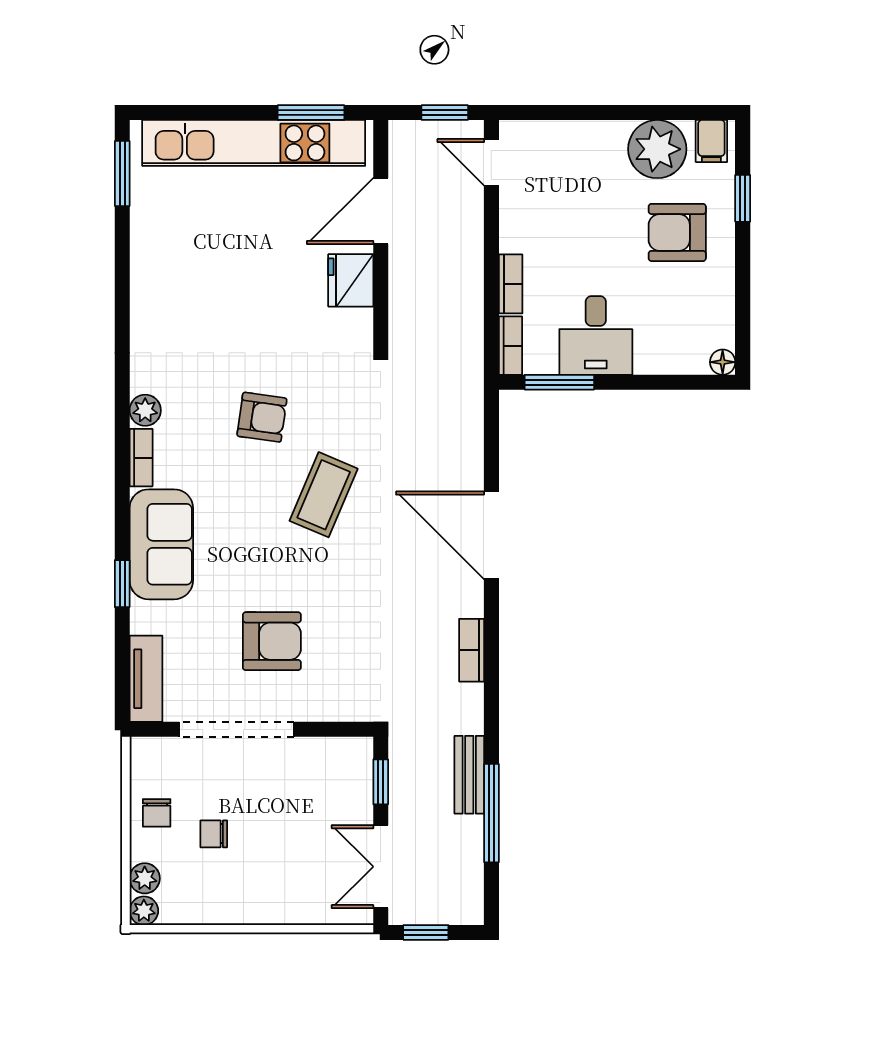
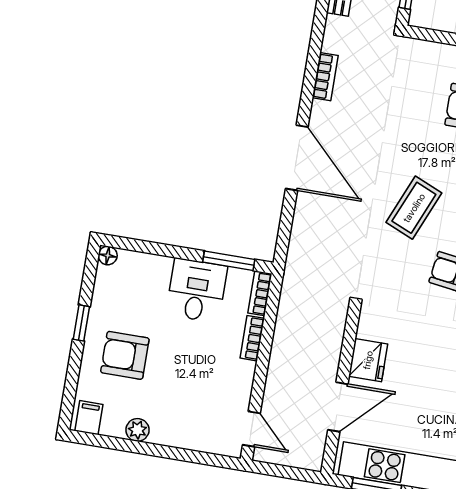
window: (445, 113) -> (279, 471), removed
plant: (657, 149) -> (138, 430), width x0.53, depth x0.53
window: (743, 198) -> (81, 323), moved
armchair: (677, 232) -> (125, 355), turned 180

